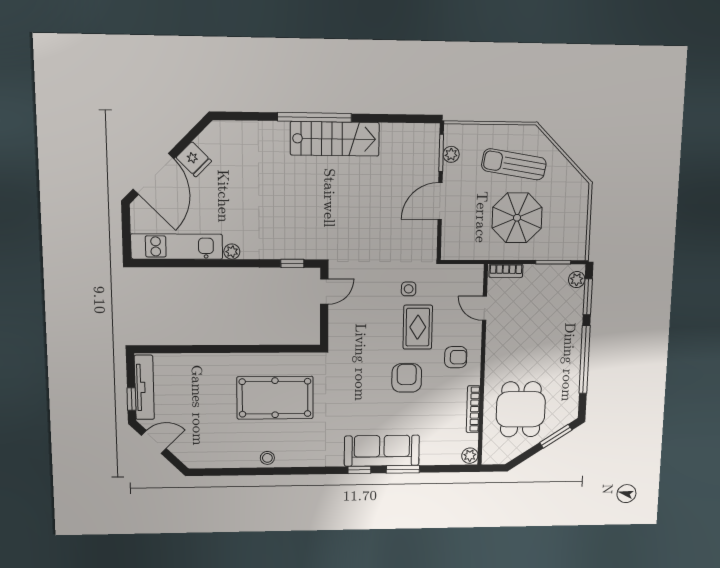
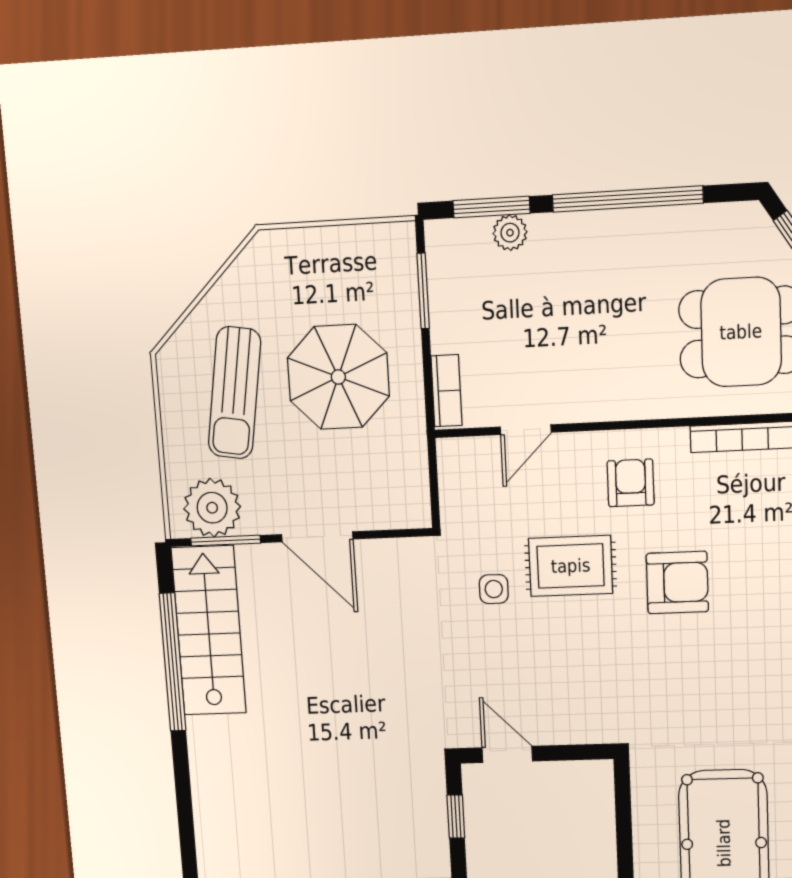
window: (314, 117) -> (173, 662), moved
stairs: (335, 139) -> (209, 631), moved
plant: (451, 154) -> (212, 508), width x1.88, depth x1.88
plant: (577, 280) -> (510, 233), moved
armchair: (407, 378) -> (677, 582), turned 180

